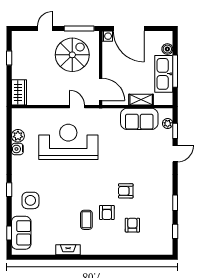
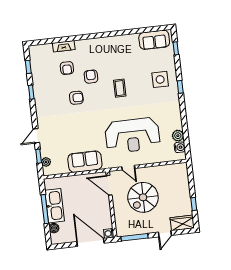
spiral stairs: (72, 55) -> (143, 197), moved
wardrobe: (19, 92) -> (182, 223), moved, turned 90
shelving: (141, 100) -> (72, 180), removed
sofa: (139, 119) -> (85, 162), moved
water cooler: (17, 149) -> (180, 147), moved
coffee table: (86, 220) -> (120, 88), moved
sofa: (21, 233) -> (154, 40), moved, turned -90
fireplace: (68, 250) -> (64, 46), moved

